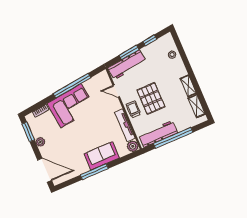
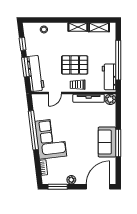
workbench: (158, 134) -> (109, 77), width x0.73
sofa: (102, 156) -> (107, 142), moved

